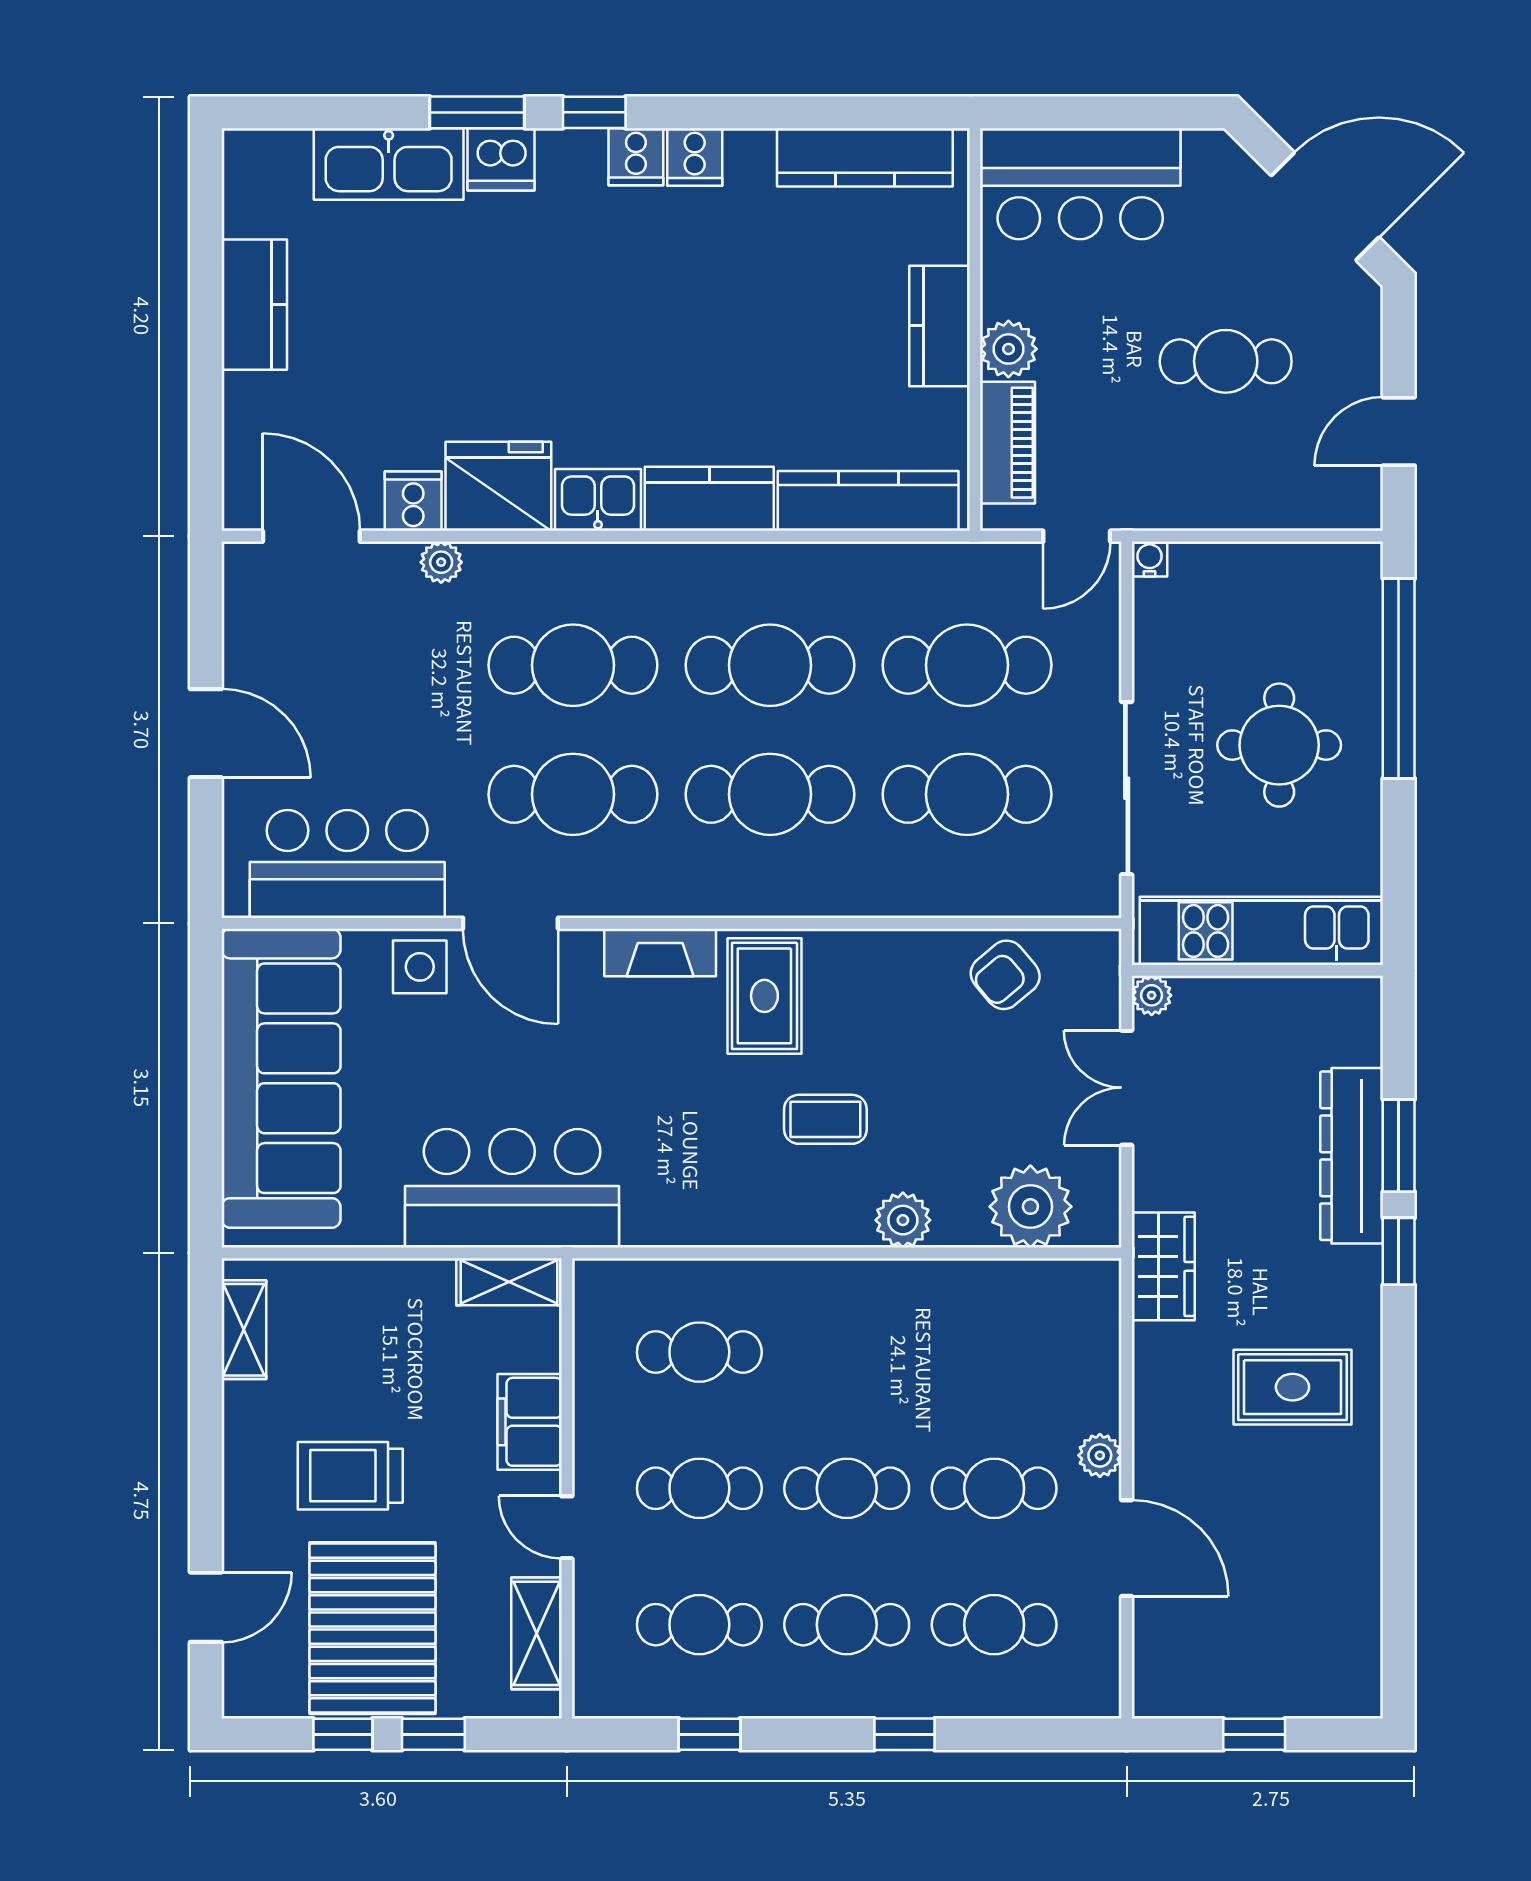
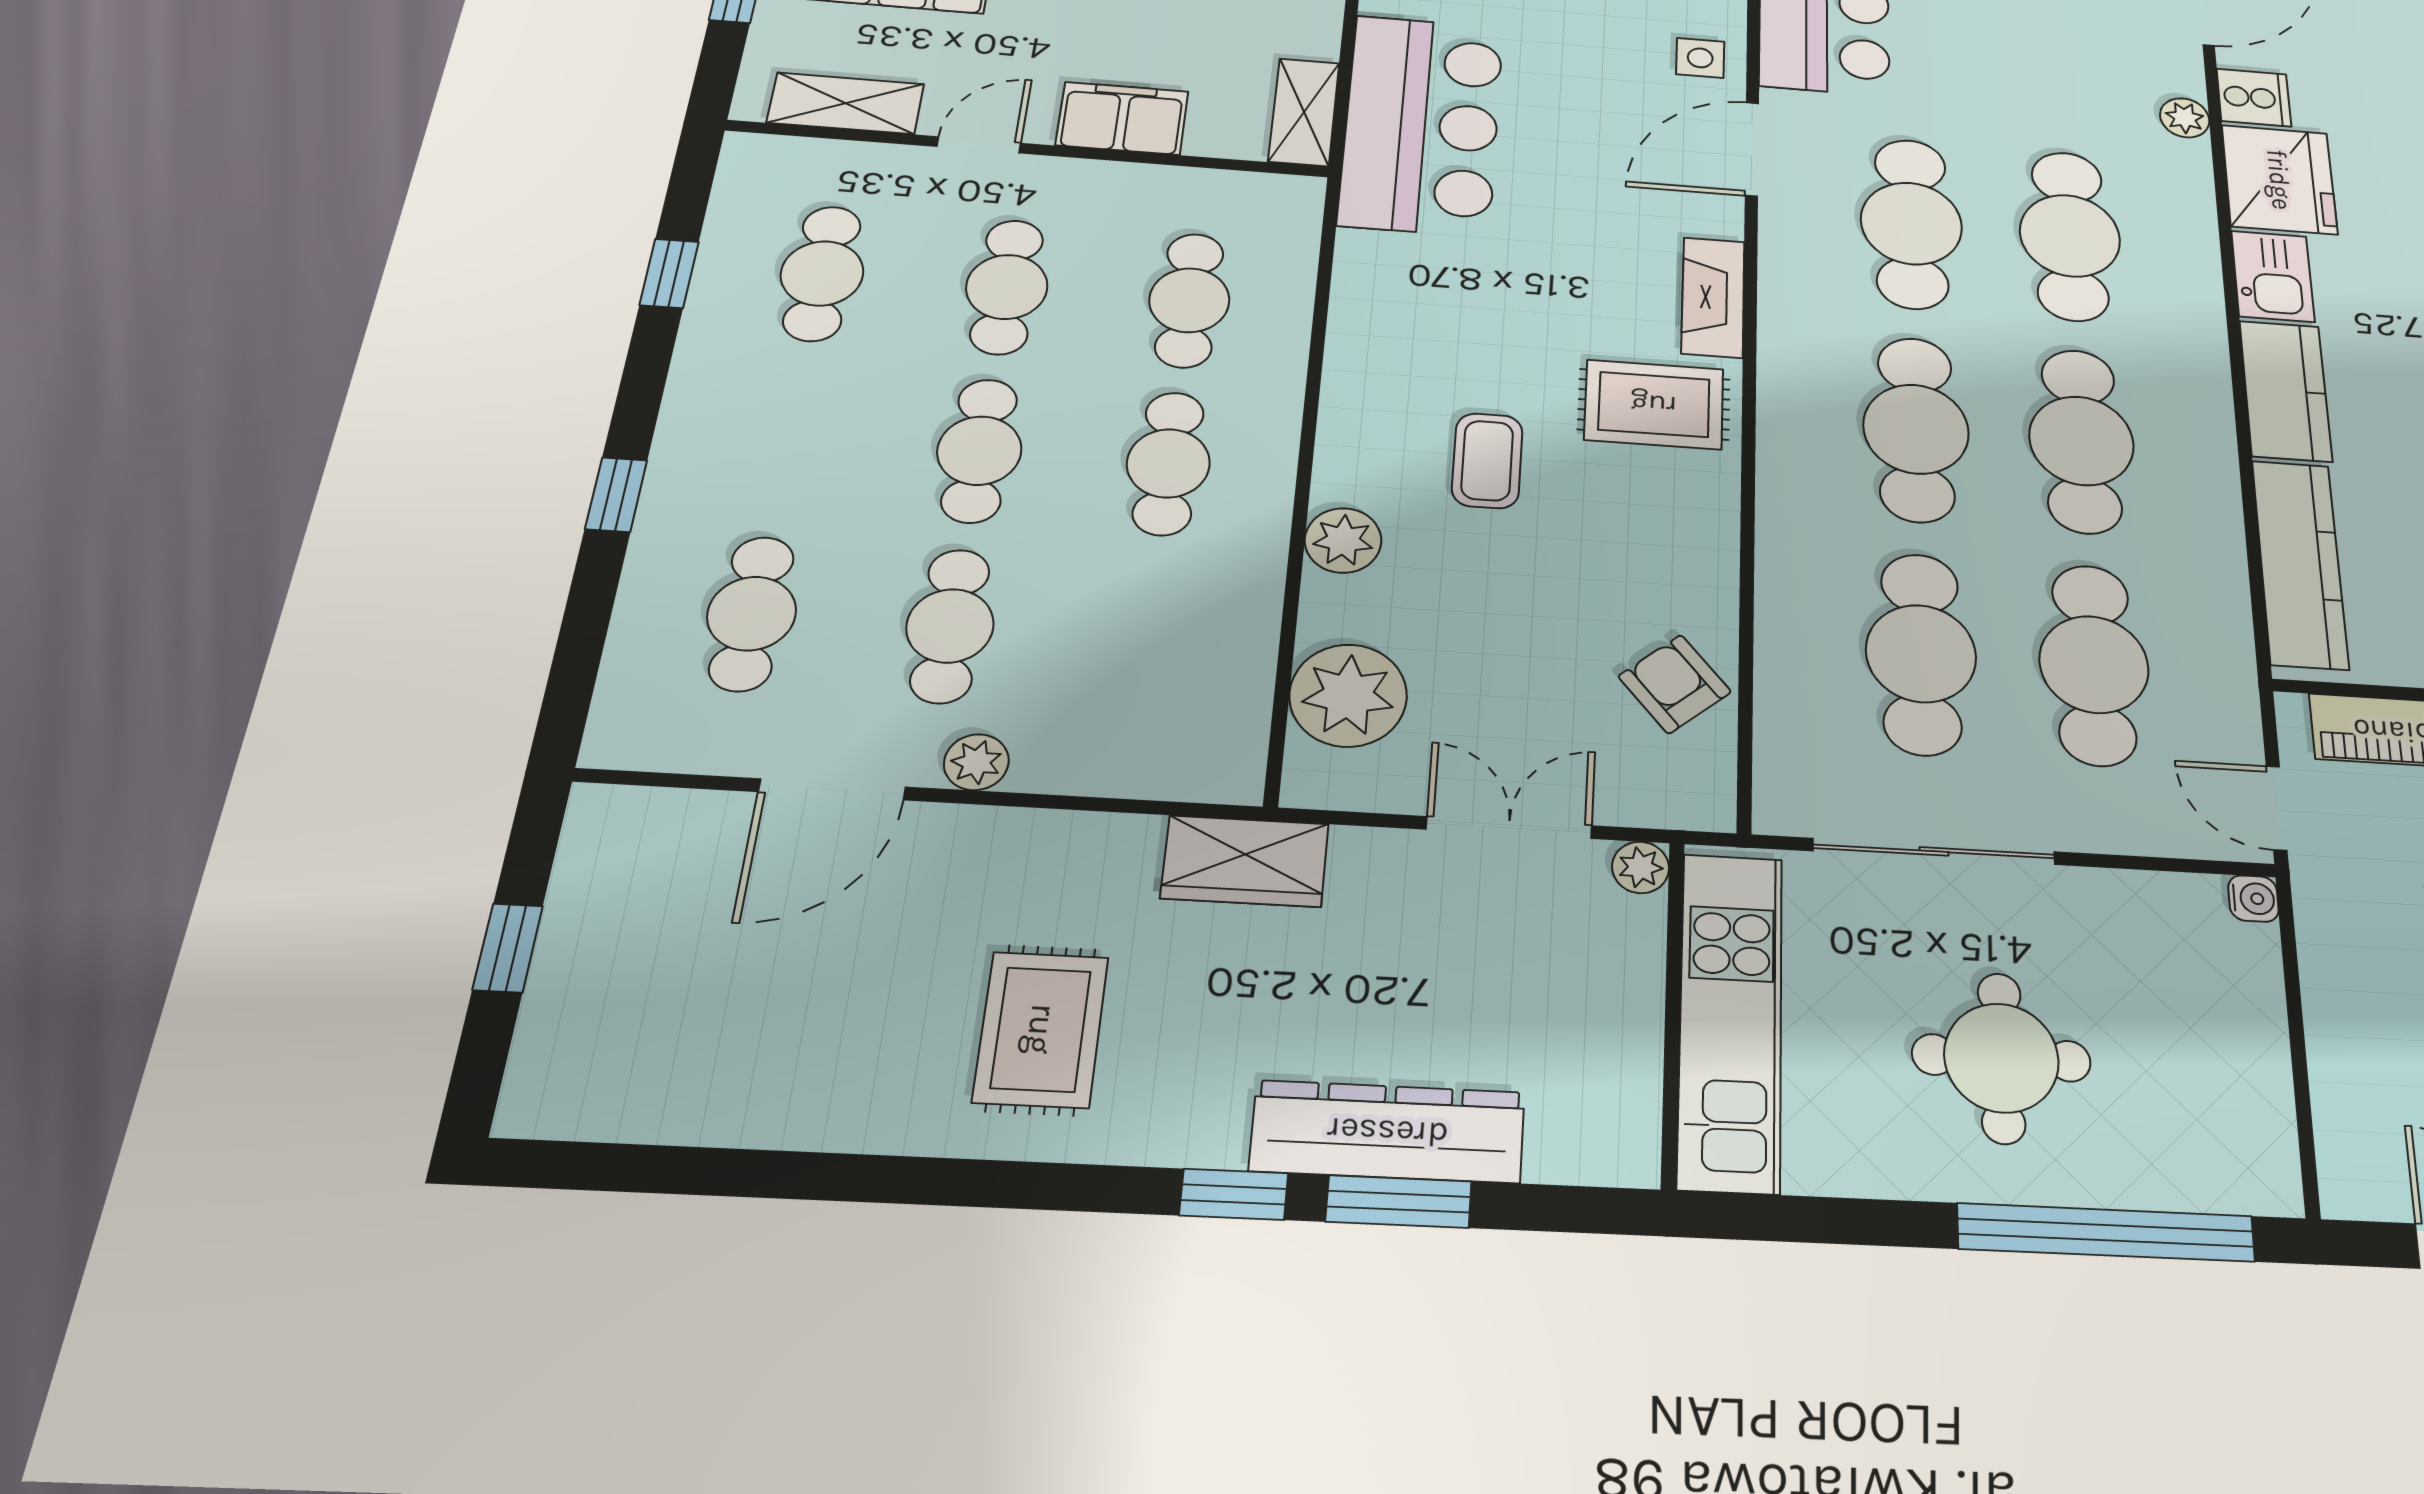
side table: (420, 967) -> (1700, 58), width x0.73, depth x0.73
cafe table: (847, 1625) -> (1168, 463), moved

